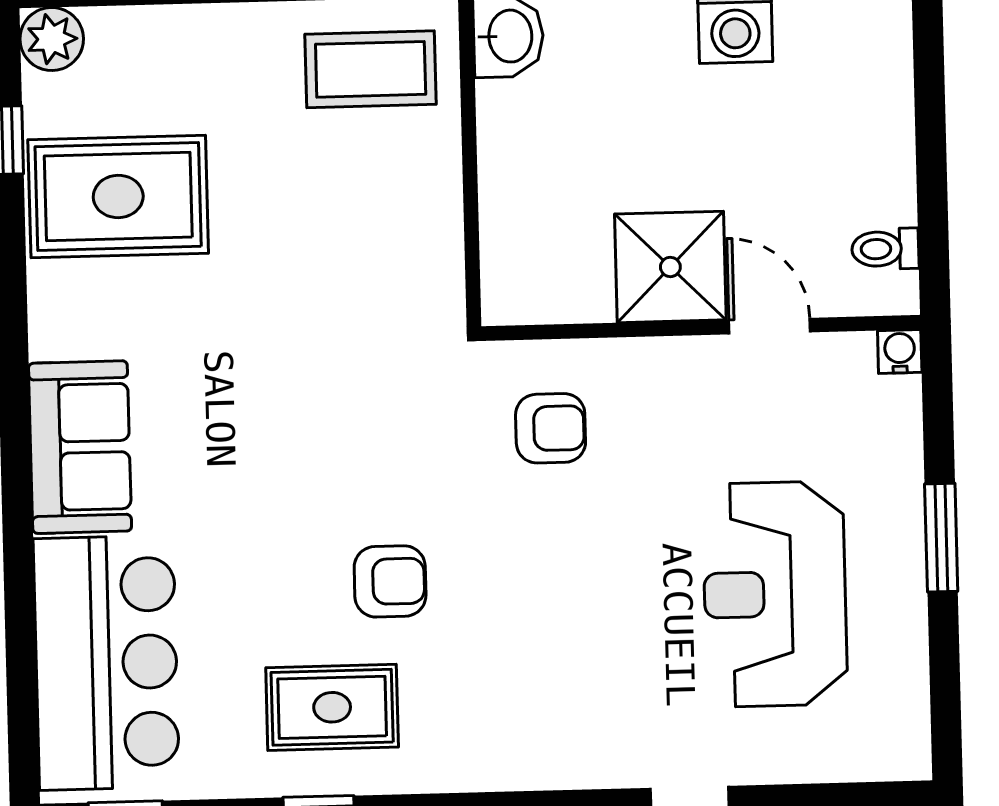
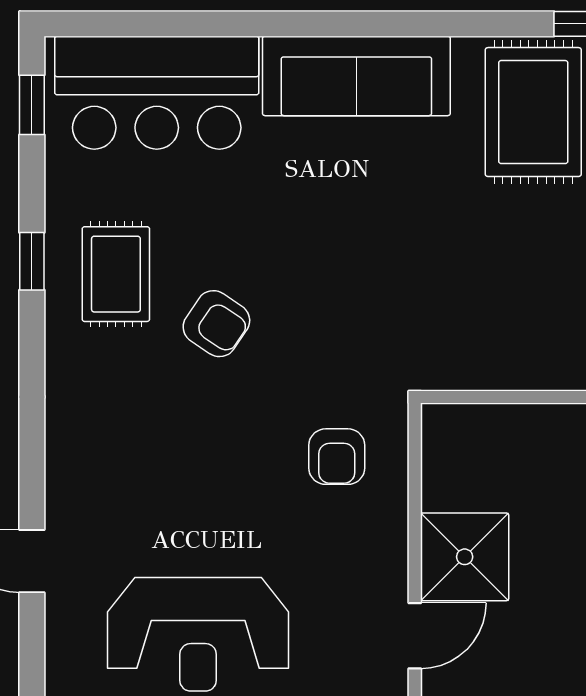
sofa: (80, 447) -> (356, 76), width x1.36
armchair: (390, 581) -> (216, 324), turned -56
reception desk: (775, 594) -> (198, 634), turned 180

